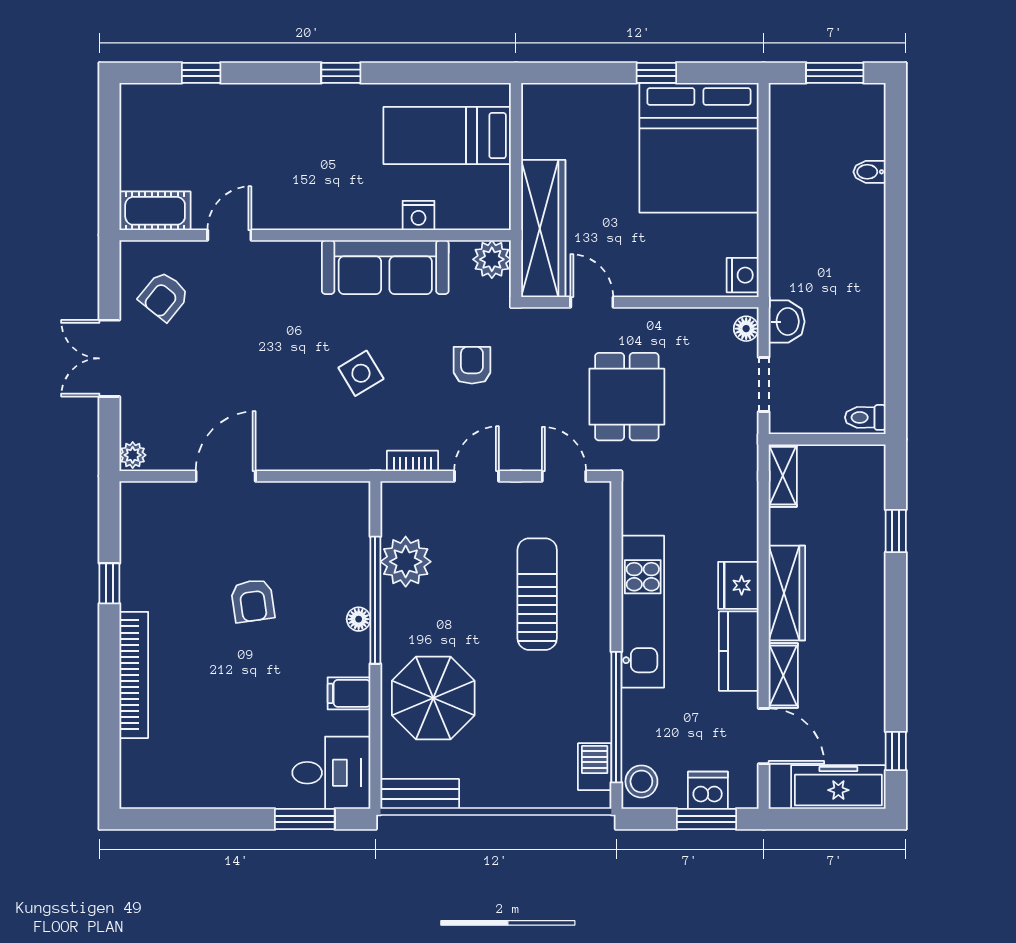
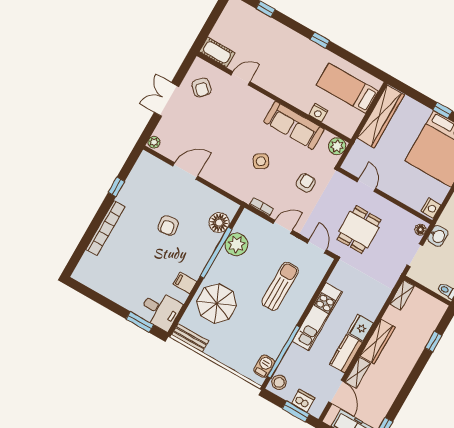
wardrobe: (543, 228) -> (381, 116), moved
armchair: (164, 296) -> (201, 87), turned -85
floor lamp: (359, 619) -> (219, 223), moved, width x1.89, depth x1.89

